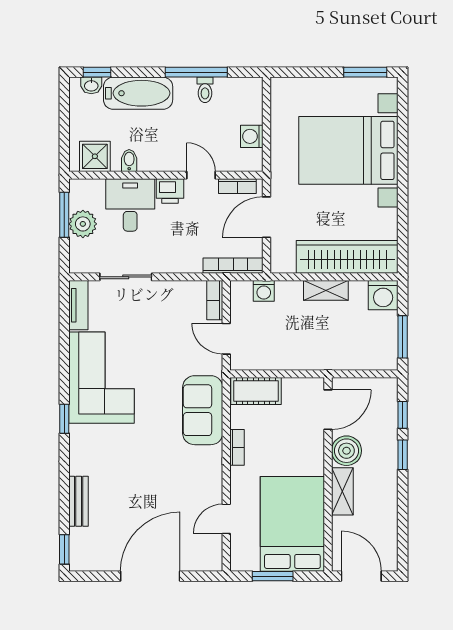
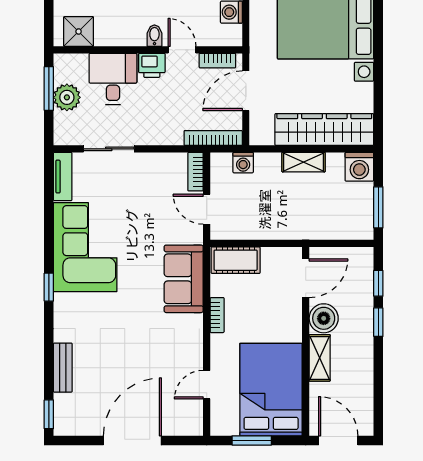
bidet: (129, 161) -> (154, 36), moved

